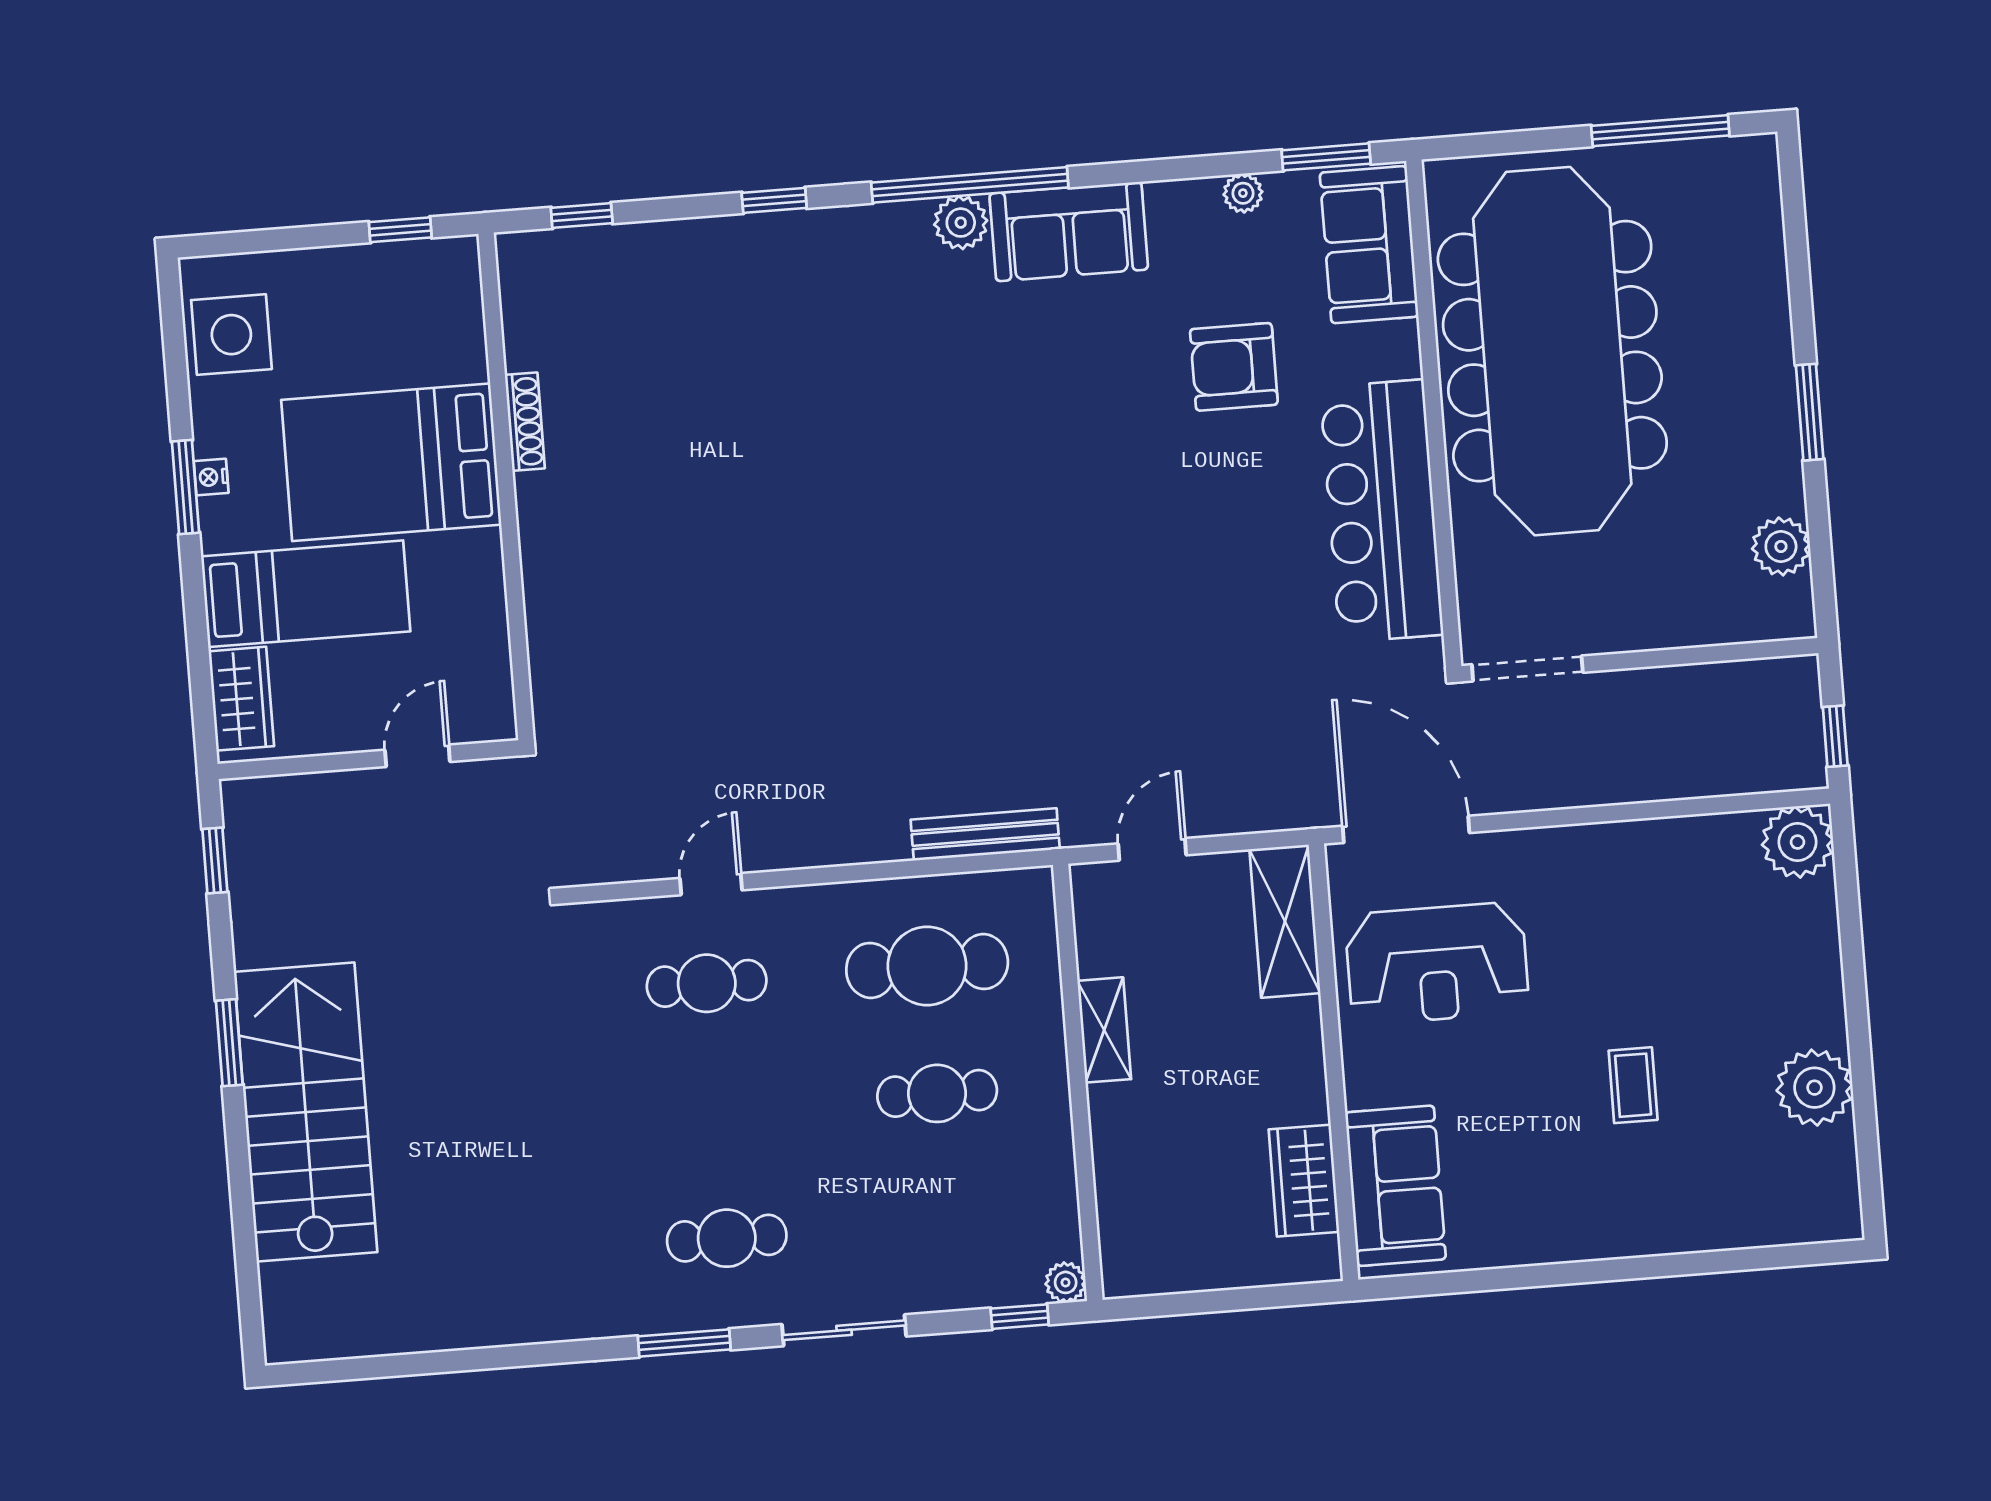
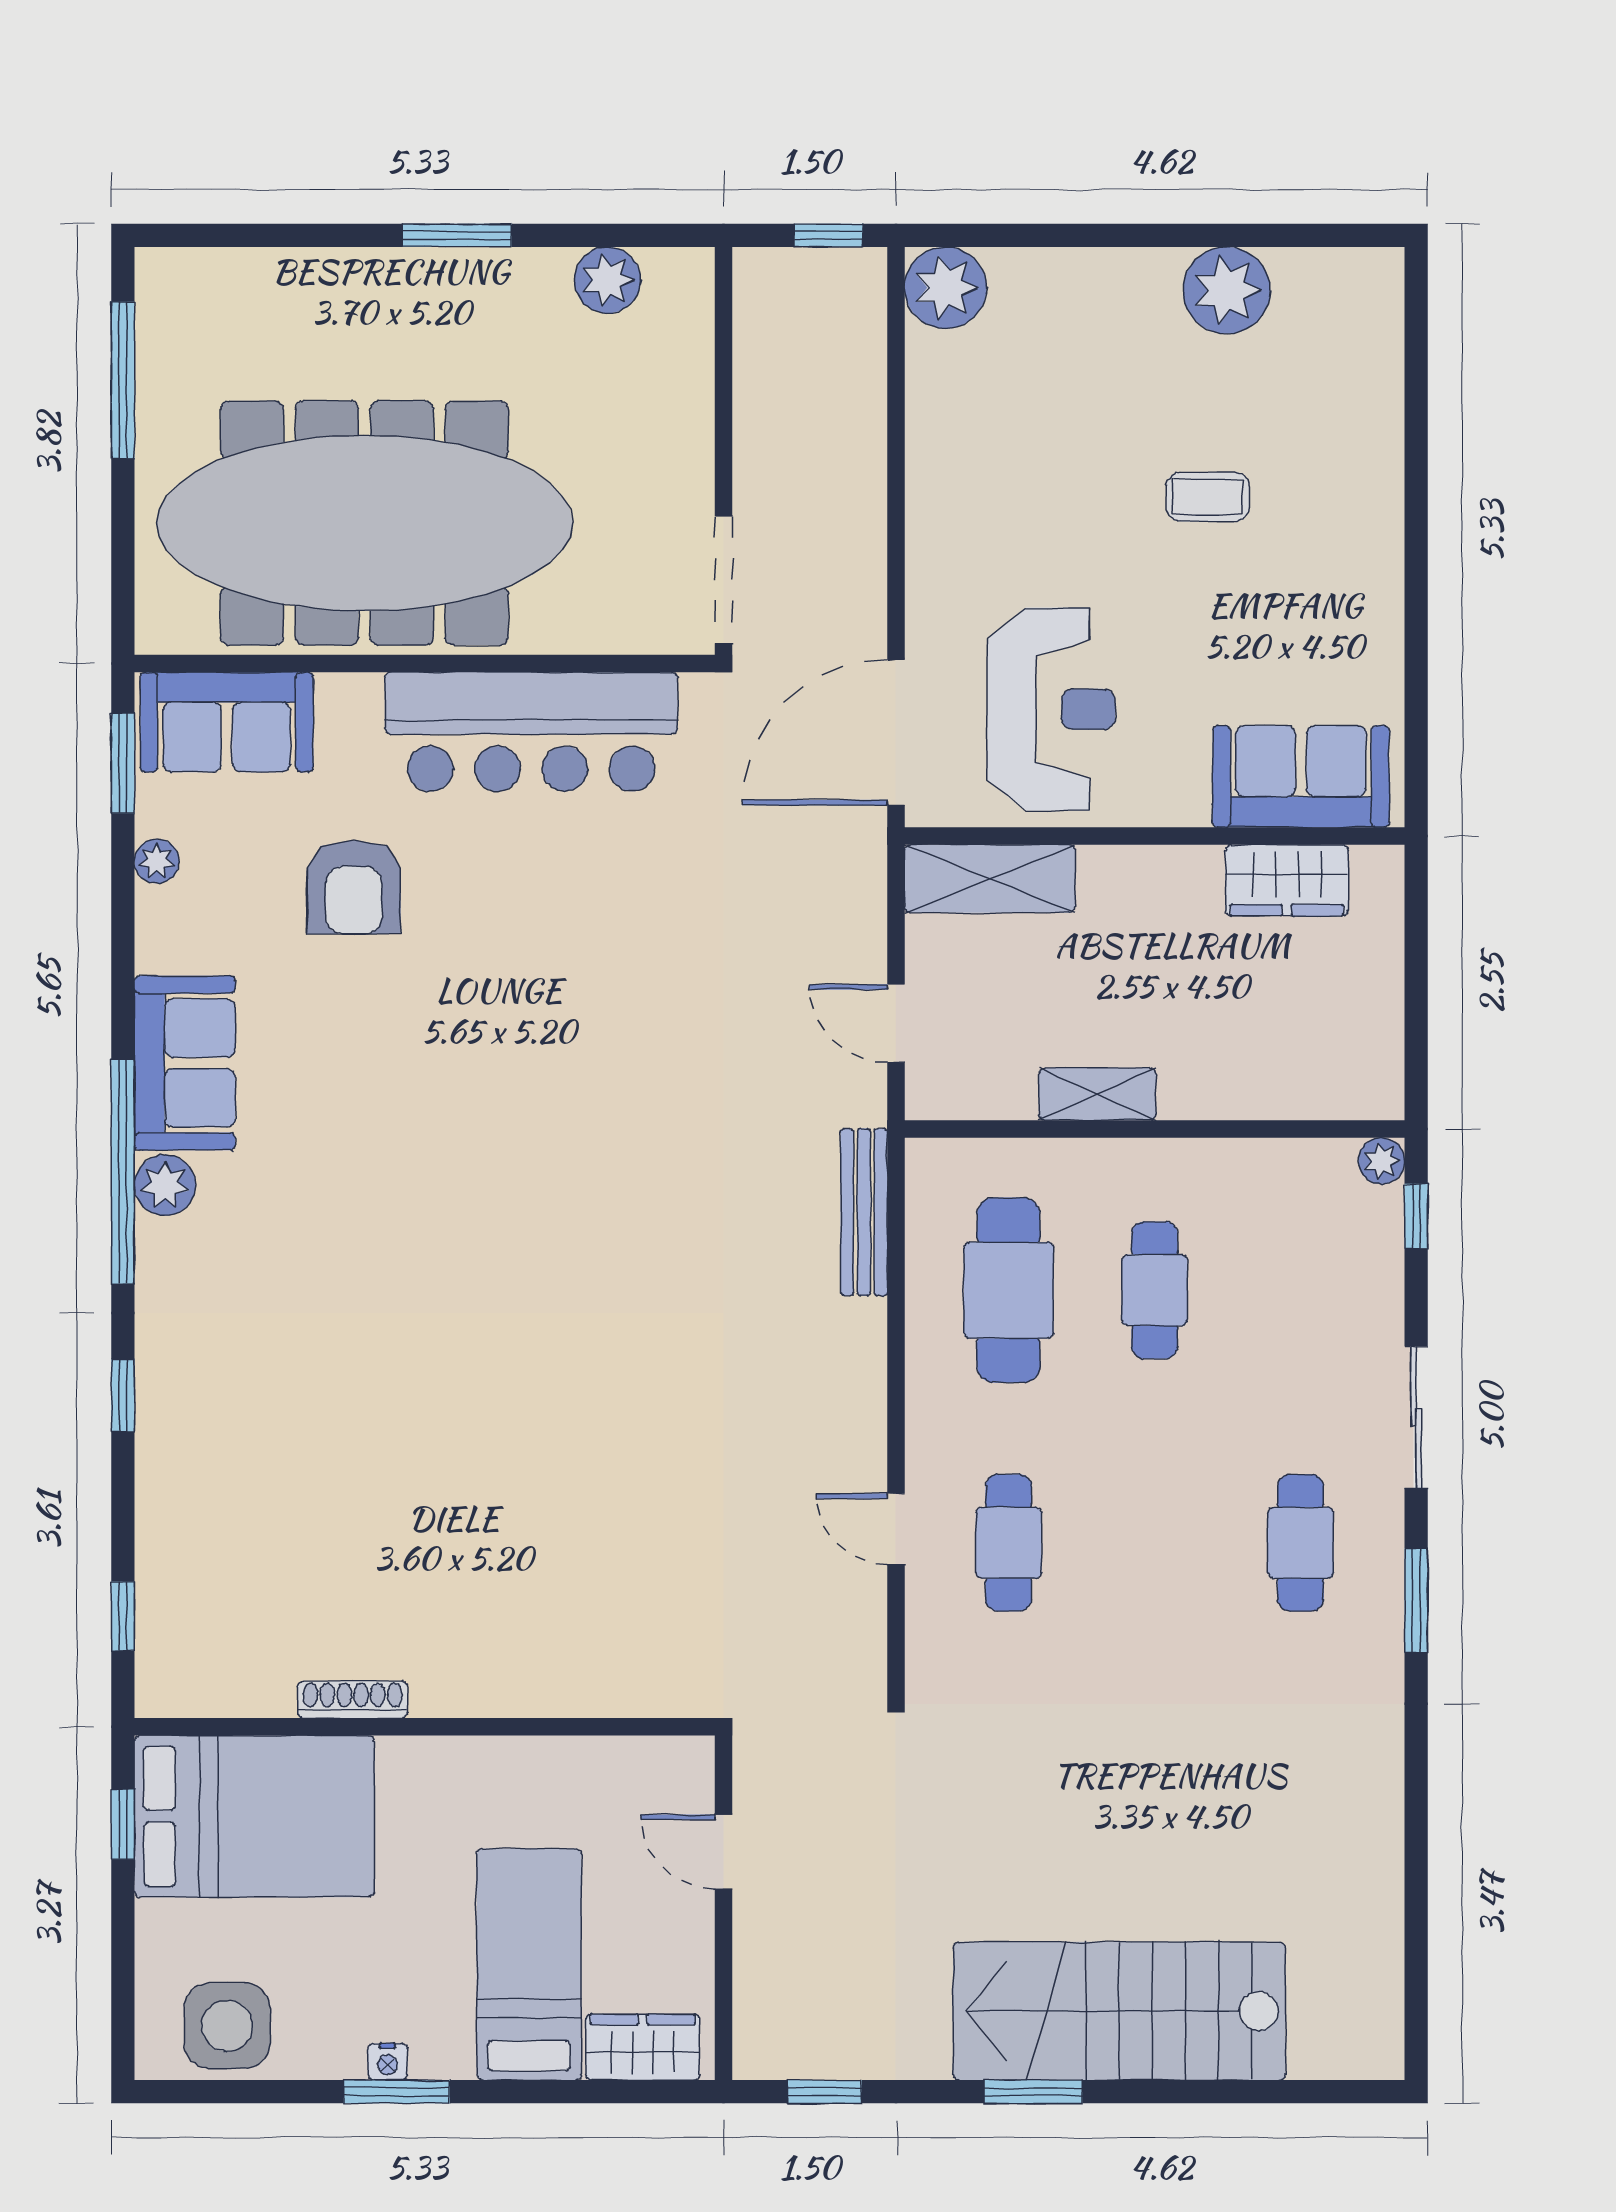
bed: (391, 462) -> (254, 1816), moved, turned -90

